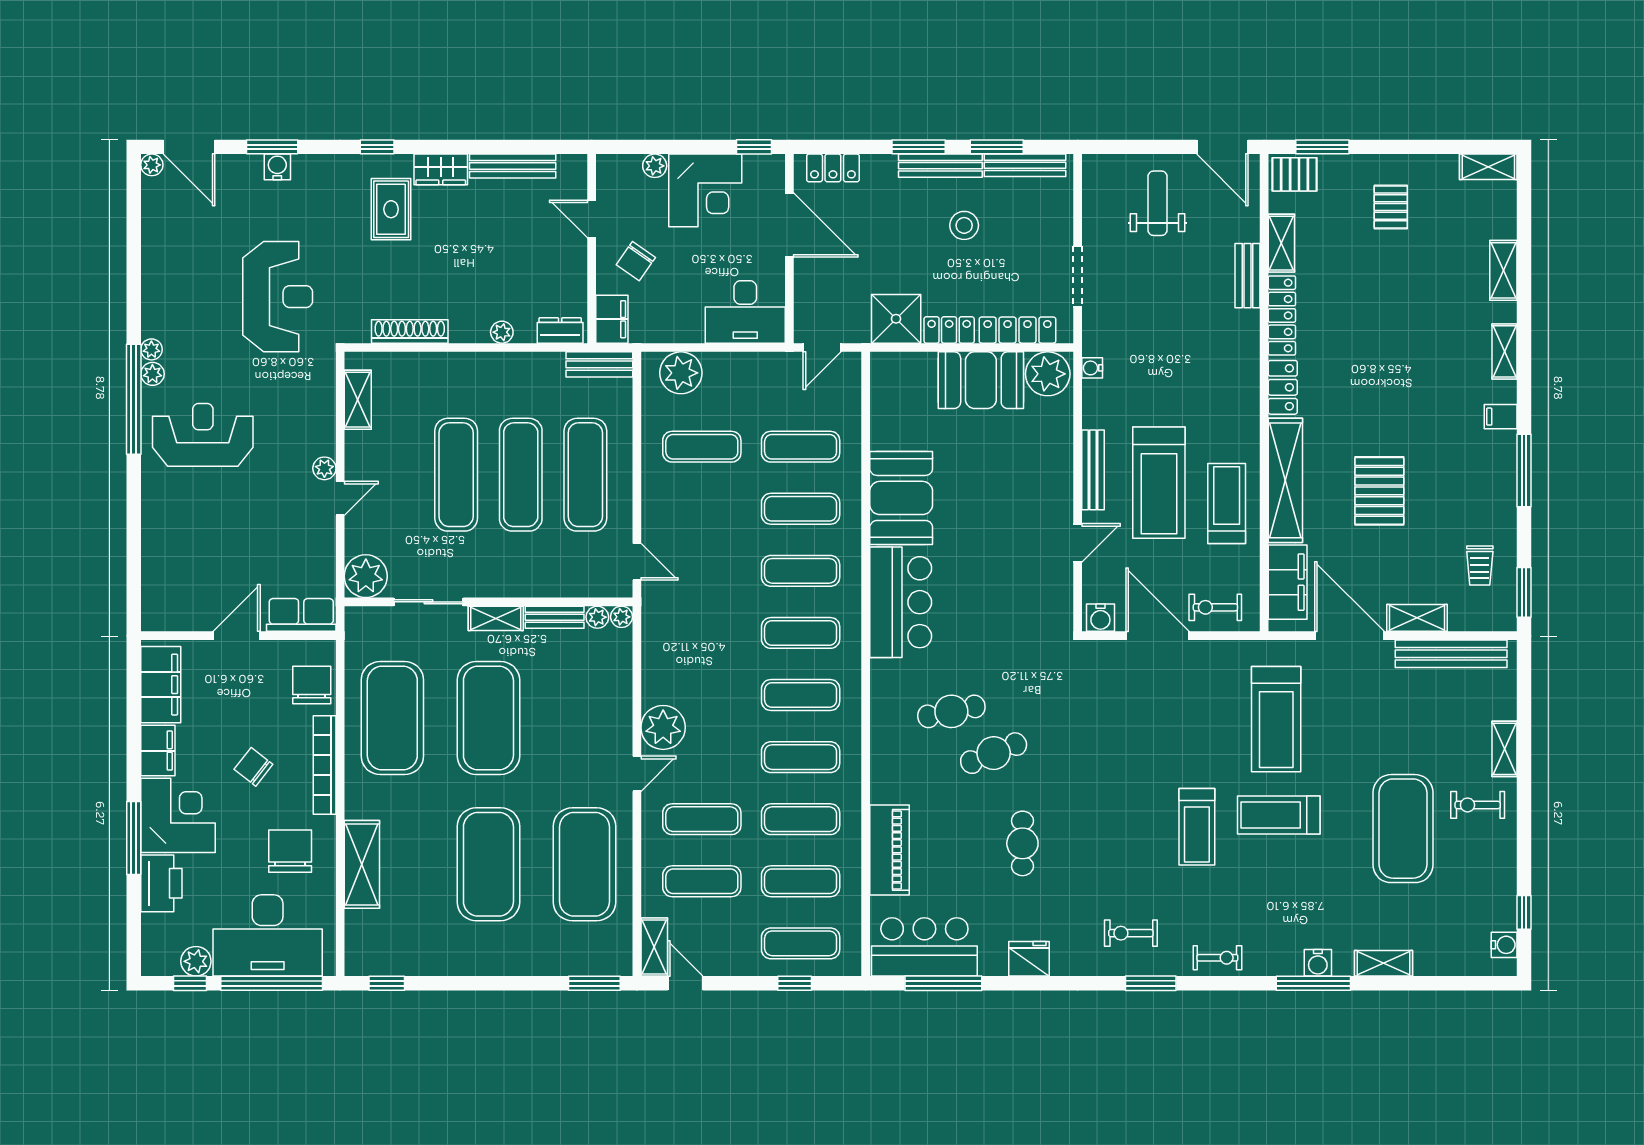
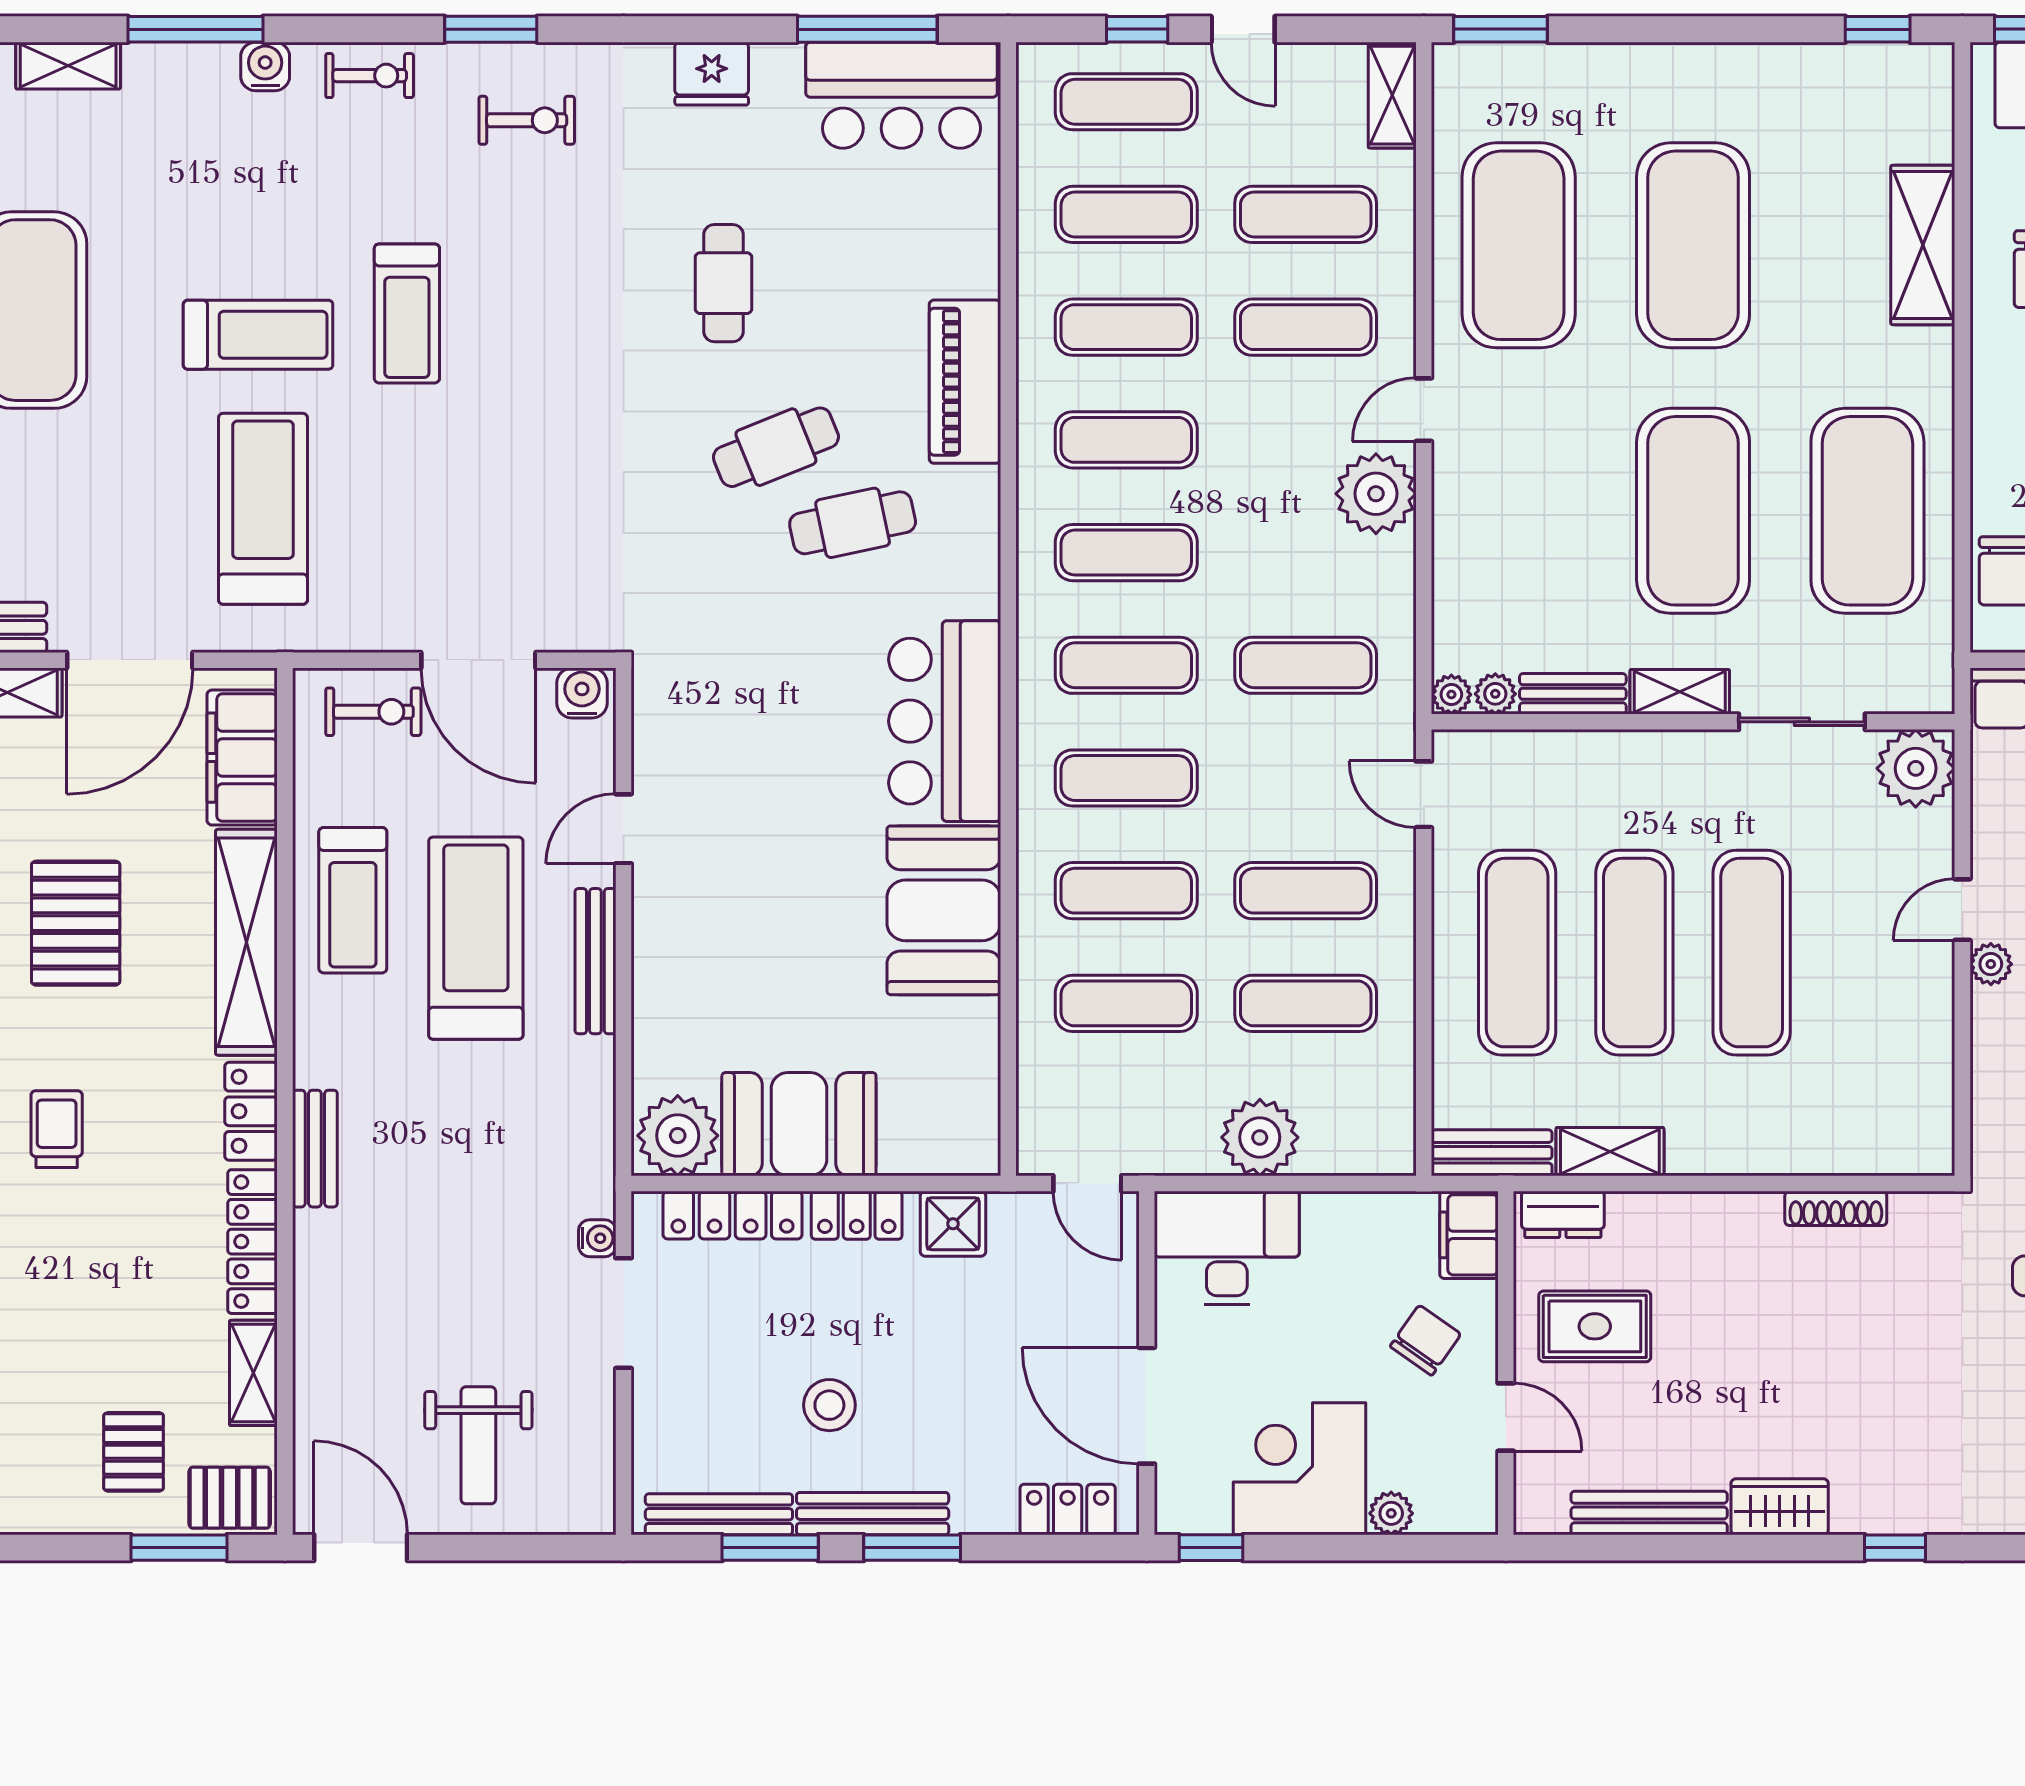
pallet: (1391, 207) -> (134, 1452), moved
rug: (391, 209) -> (1595, 1326), moved, turned 90
bench: (1248, 276) -> (315, 1149), moved
shower: (896, 319) -> (953, 1224), width x0.73, depth x0.73
shoe rack: (410, 331) -> (1836, 1208), width x0.74, depth x0.81
plant: (502, 332) -> (1669, 1211), removed
door: (822, 348) -> (1087, 1183), swing flipped
water cooler: (1092, 368) -> (597, 1238), moved
plant: (681, 373) -> (1260, 1137), moved
trolley: (1390, 377) -> (57, 1129), added
shelving: (358, 400) -> (1610, 1152), moved, turned 90
exercise mat: (702, 509) -> (1306, 891), added
exercise mat: (702, 633) -> (1306, 665), added
door: (1350, 636) -> (130, 660), hinge flipped
bookcase: (325, 765) -> (1990, 426), removed
treadmill: (1197, 827) -> (407, 313), turned 180
piano: (889, 850) -> (965, 382), moved
exercise bike: (1217, 958) -> (370, 76), turned 180
water cooler: (1318, 963) -> (265, 66), moved
door: (685, 983) -> (1243, 29), moved

